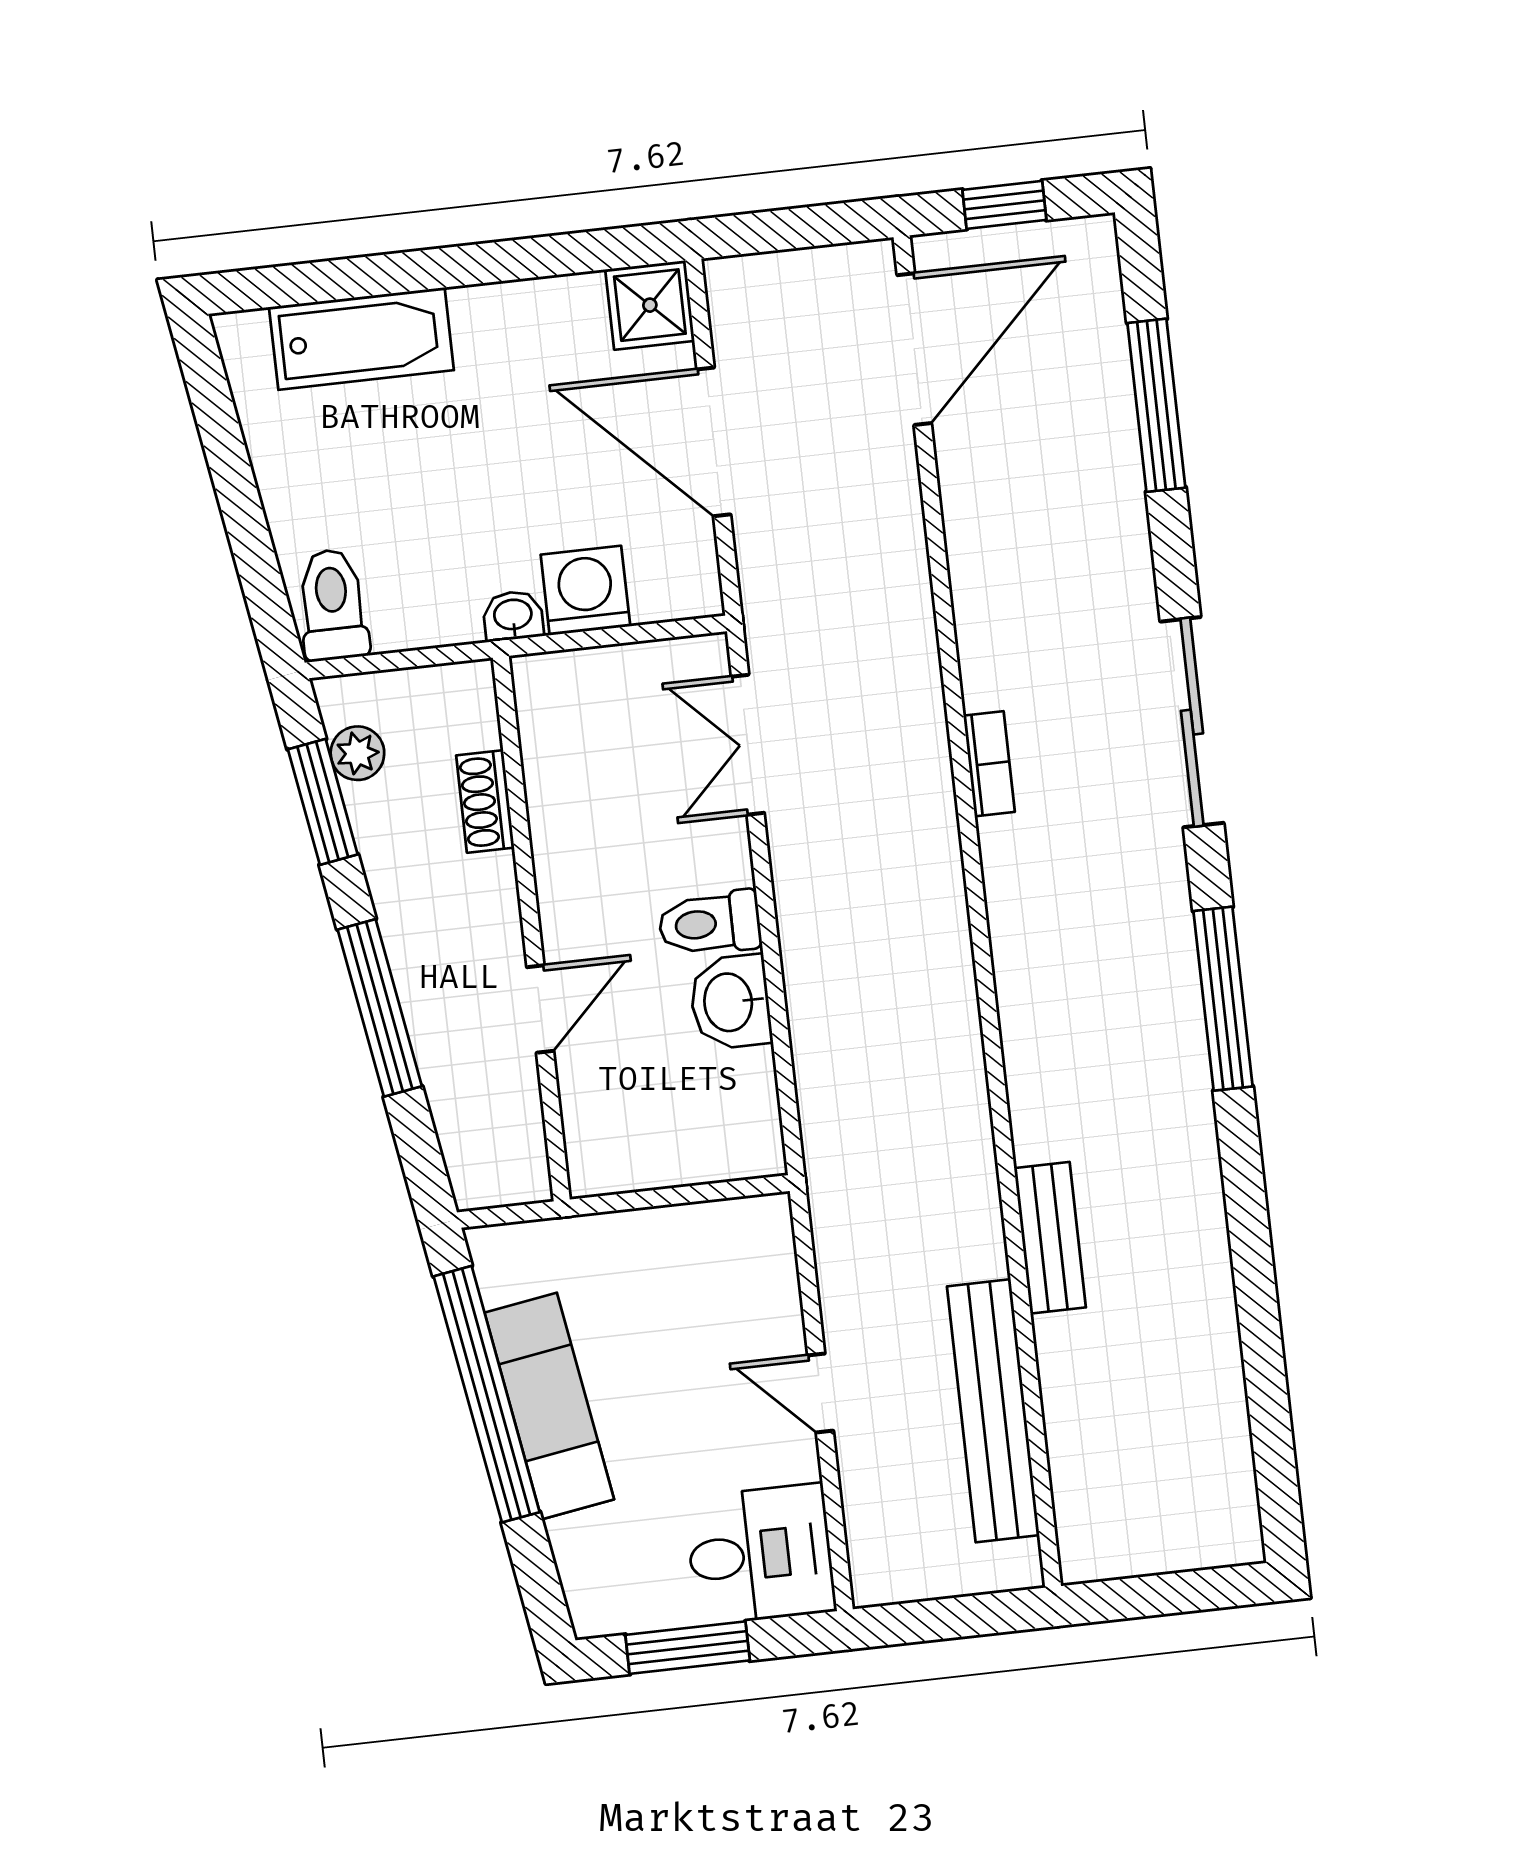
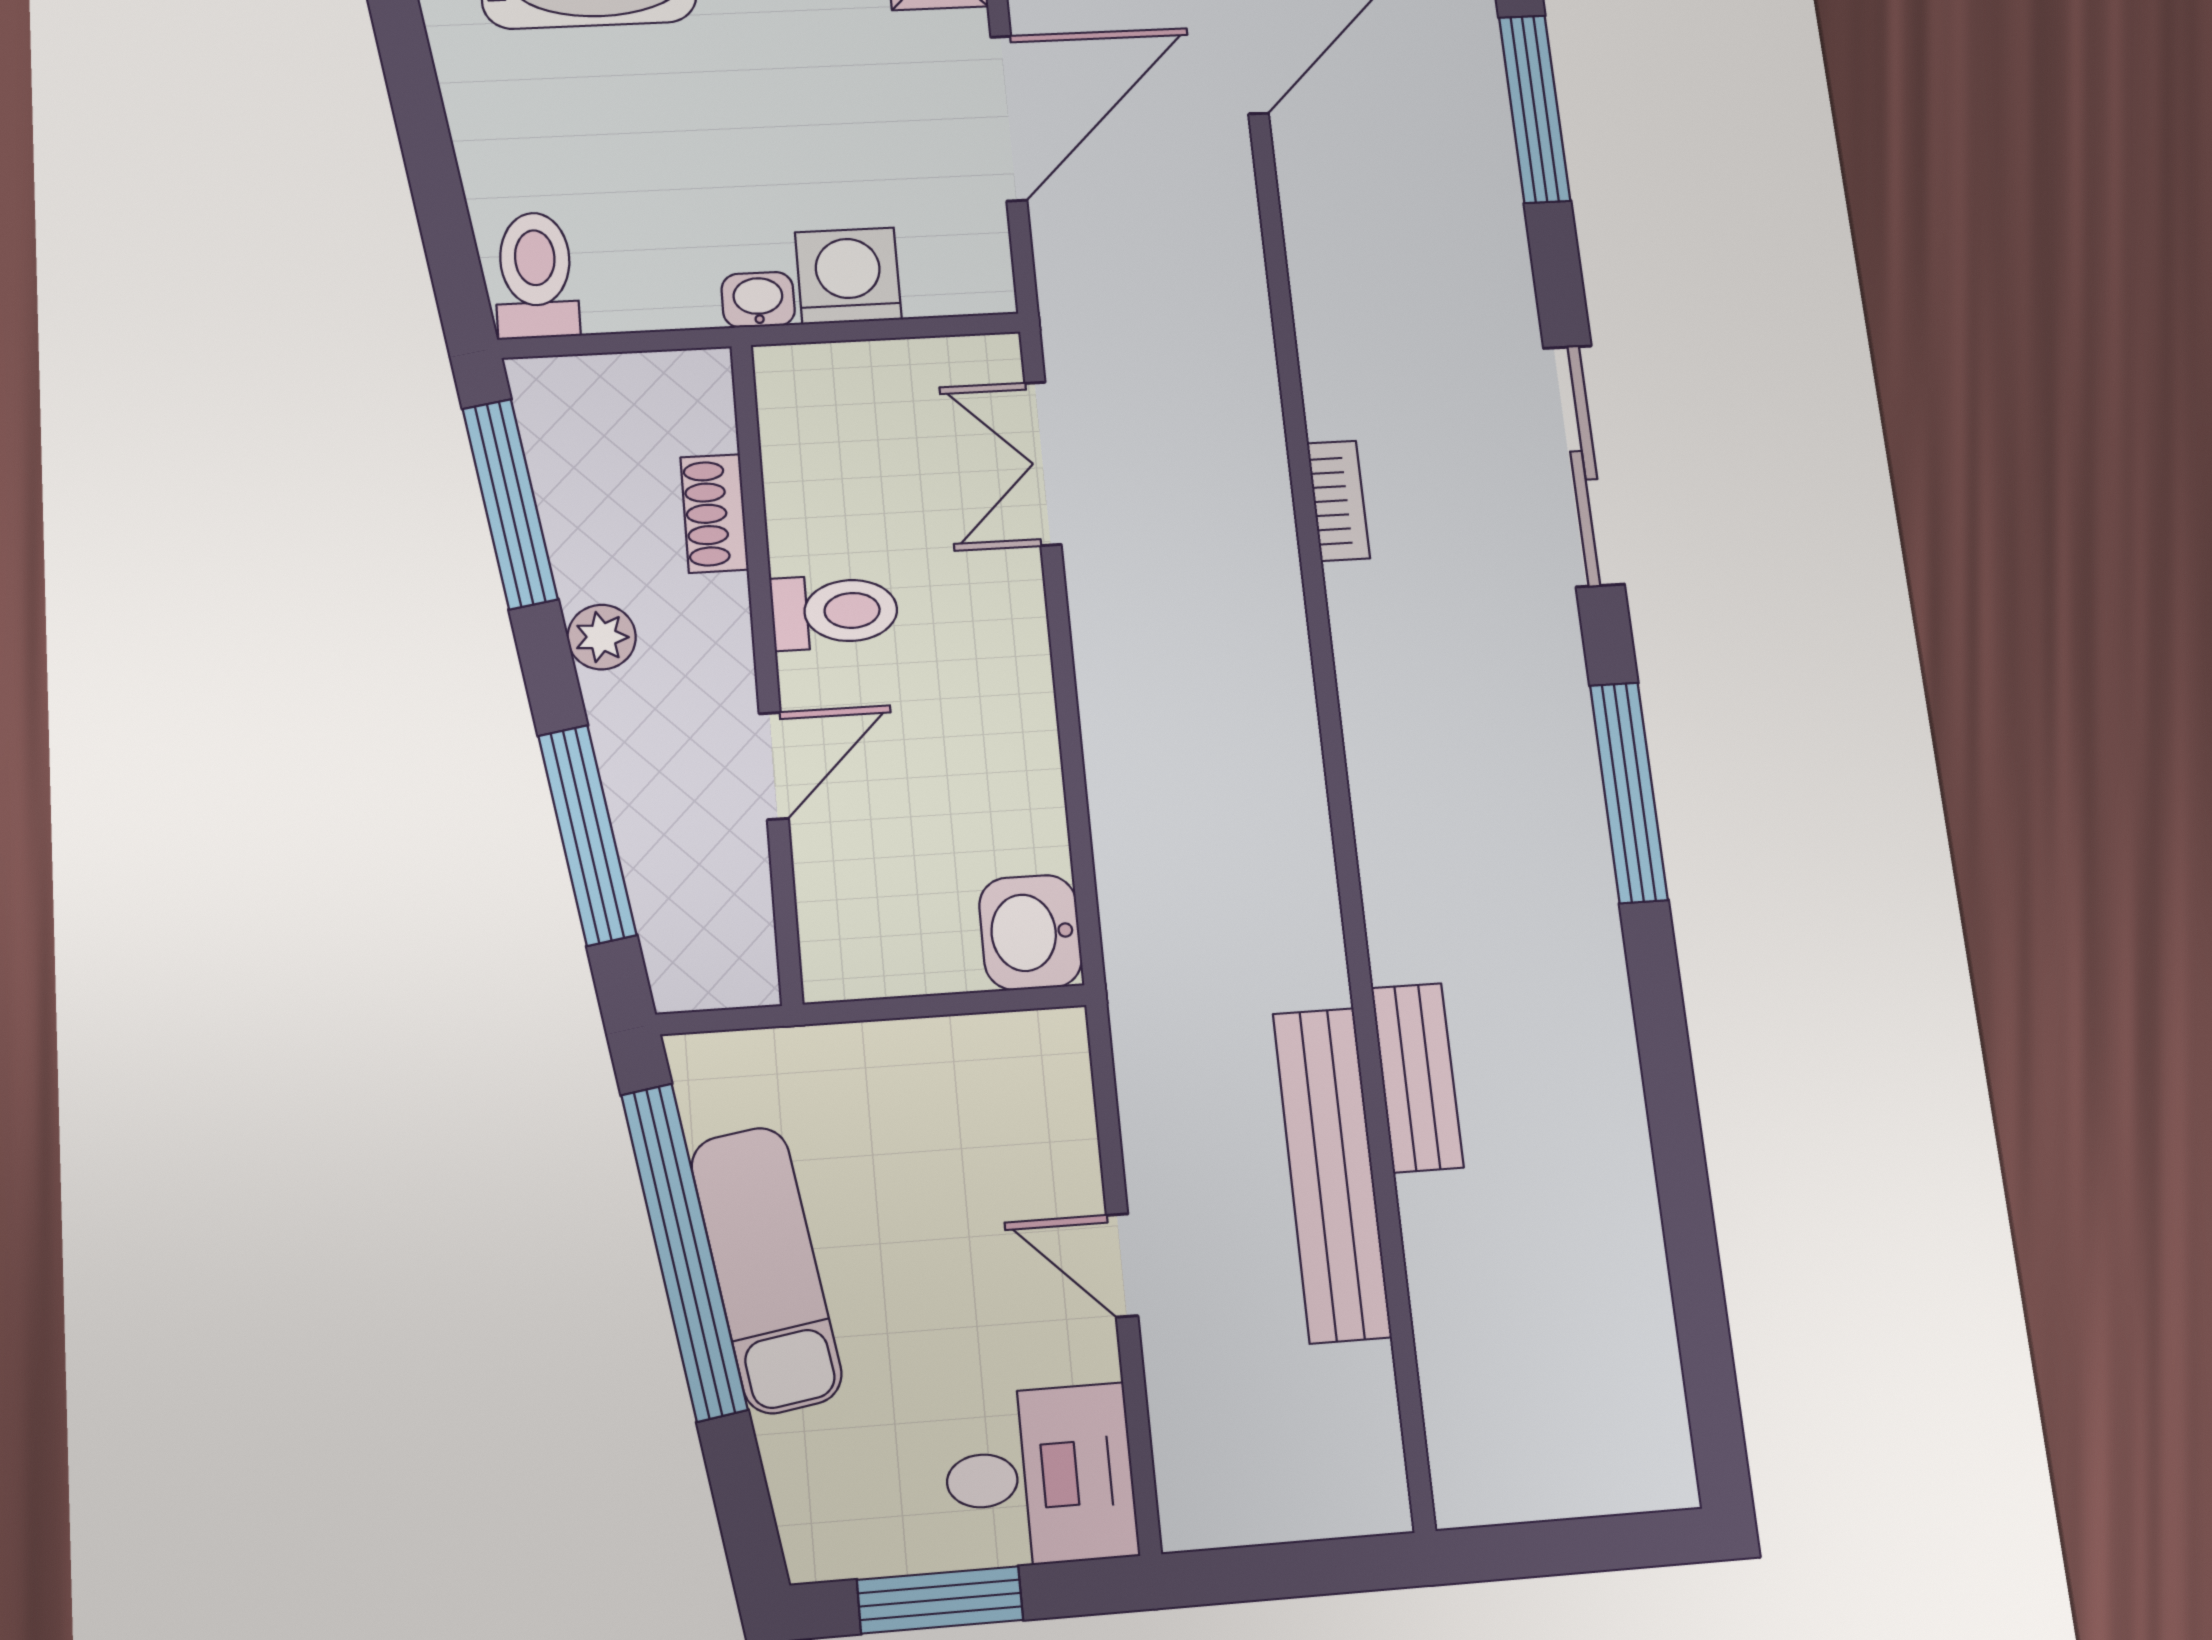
door: (714, 442) -> (1009, 118), swing flipped
plant: (357, 753) -> (602, 637), moved
window: (323, 802) -> (510, 504), width x1.44
toilet: (710, 923) -> (835, 611), moved, turned 180
washbasin: (730, 1002) -> (1030, 932), moved
window: (380, 1008) -> (587, 835), moved
bench: (993, 1411) -> (1332, 1174), moved

